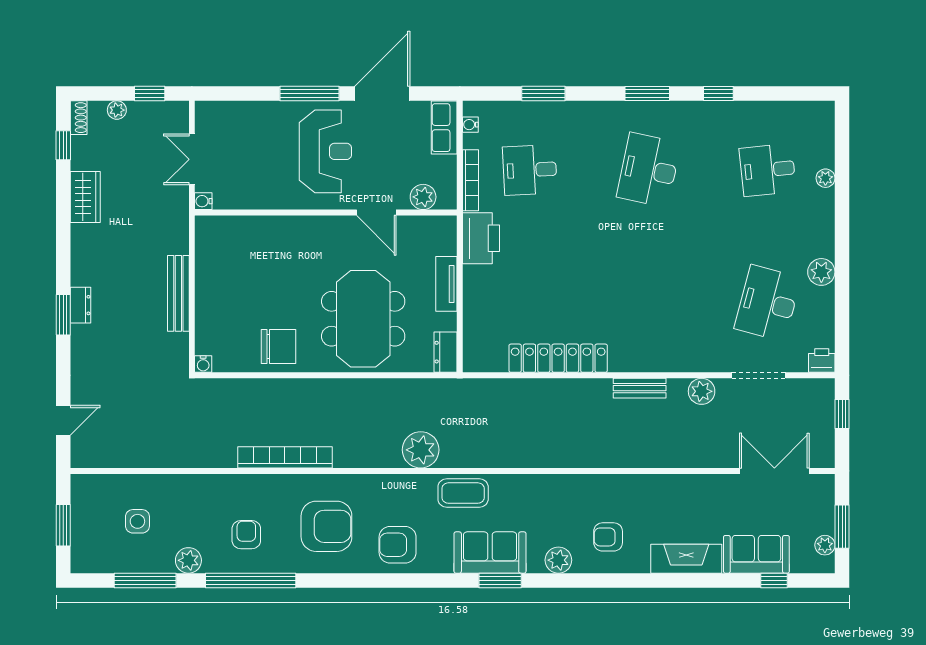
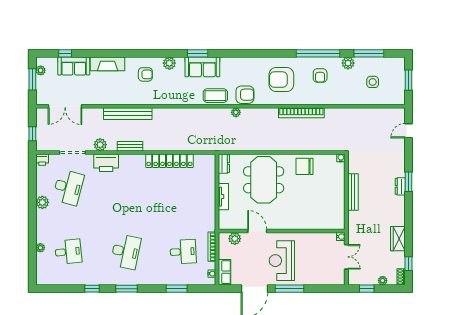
printer: (481, 238) -> (106, 163), moved, turned -90
plant: (421, 450) -> (236, 112), width x0.53, depth x0.53
bench: (644, 456) -> (128, 114), added
armchair: (398, 545) -> (245, 95), moved

